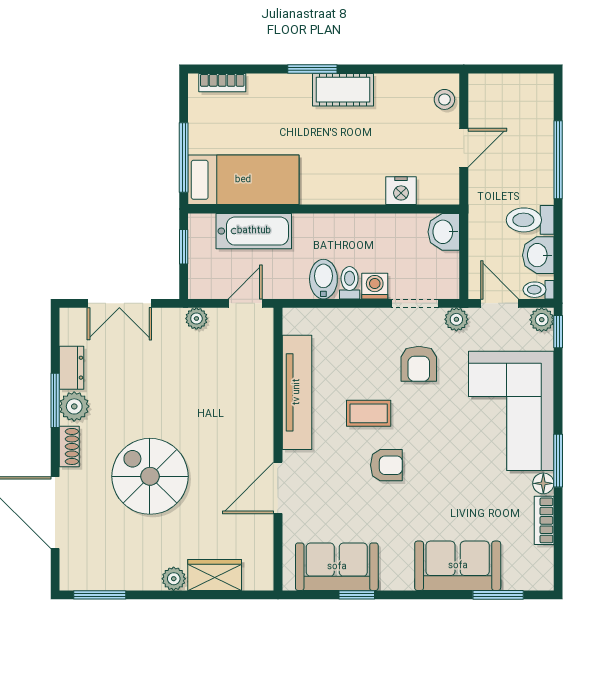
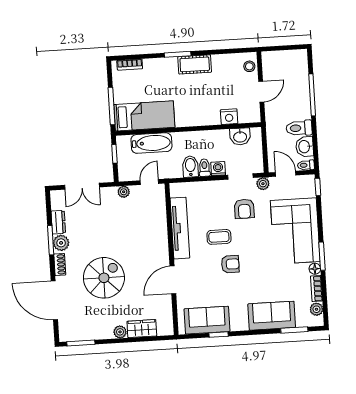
washbasin: (444, 232) -> (240, 137), moved, turned -90
plant: (542, 320) -> (316, 309), moved
spiral stairs: (150, 476) -> (104, 278), turned 90

